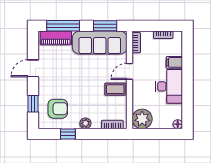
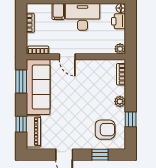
window: (63, 26) -> (21, 124), width x0.46
coffee table: (115, 89) -> (85, 71), removed
armchair: (58, 109) -> (105, 130), turned 90
plant: (142, 119) -> (120, 49), width x0.53, depth x0.53
printer: (165, 122) -> (119, 21), added

